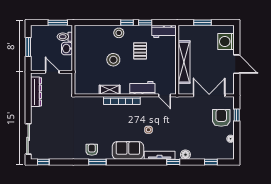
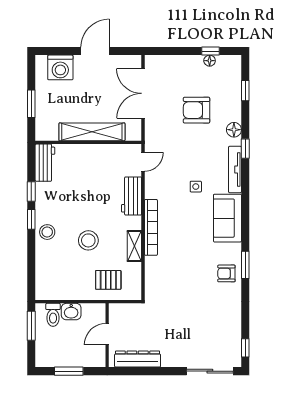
pallet: (140, 51) -> (108, 280), moved
window: (237, 115) -> (211, 51), moved
armchair: (221, 118) -> (197, 110), moved

